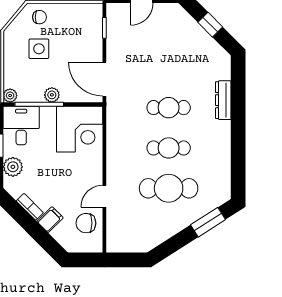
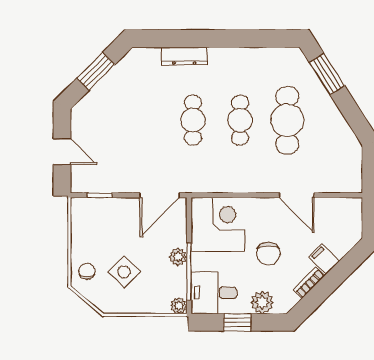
window: (210, 25) -> (96, 71), width x1.50
side table: (39, 49) -> (124, 272), turned 45
door: (104, 196) -> (297, 195), width x1.37
chair: (86, 223) -> (268, 254), moved

